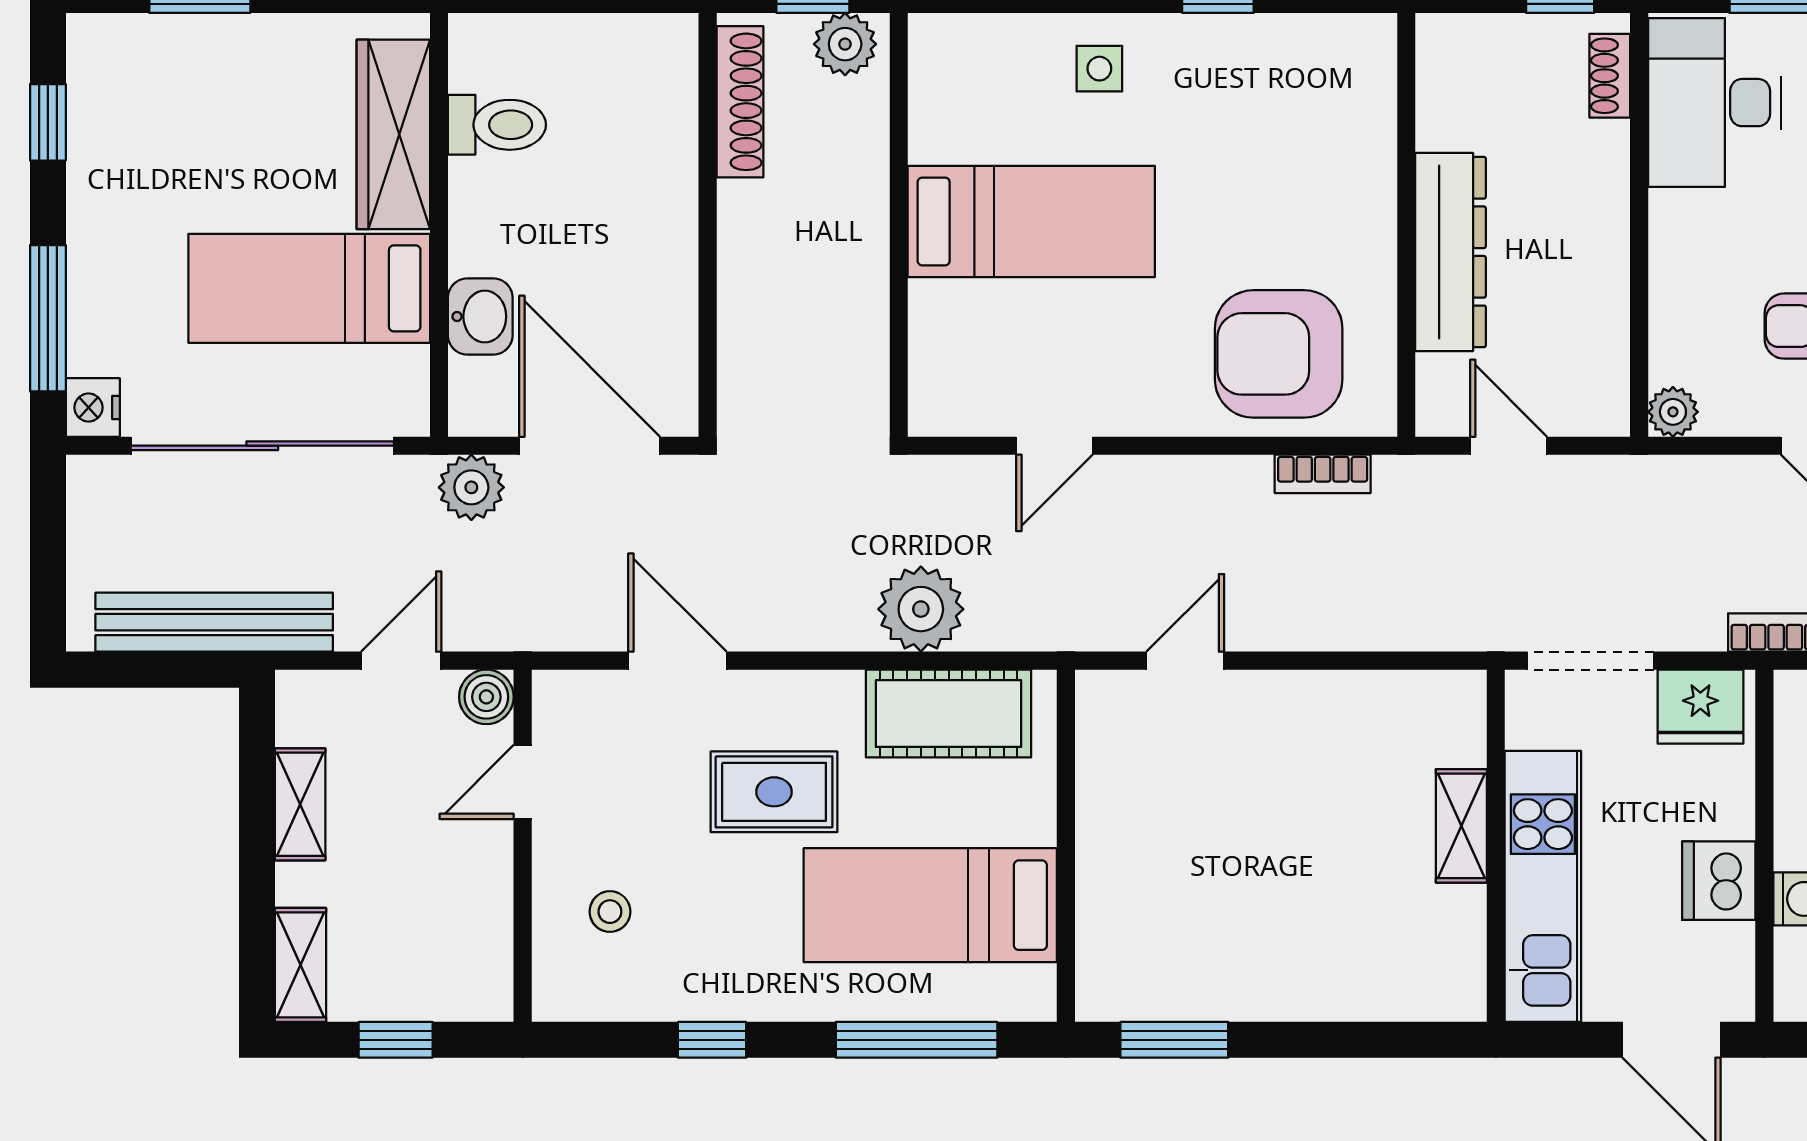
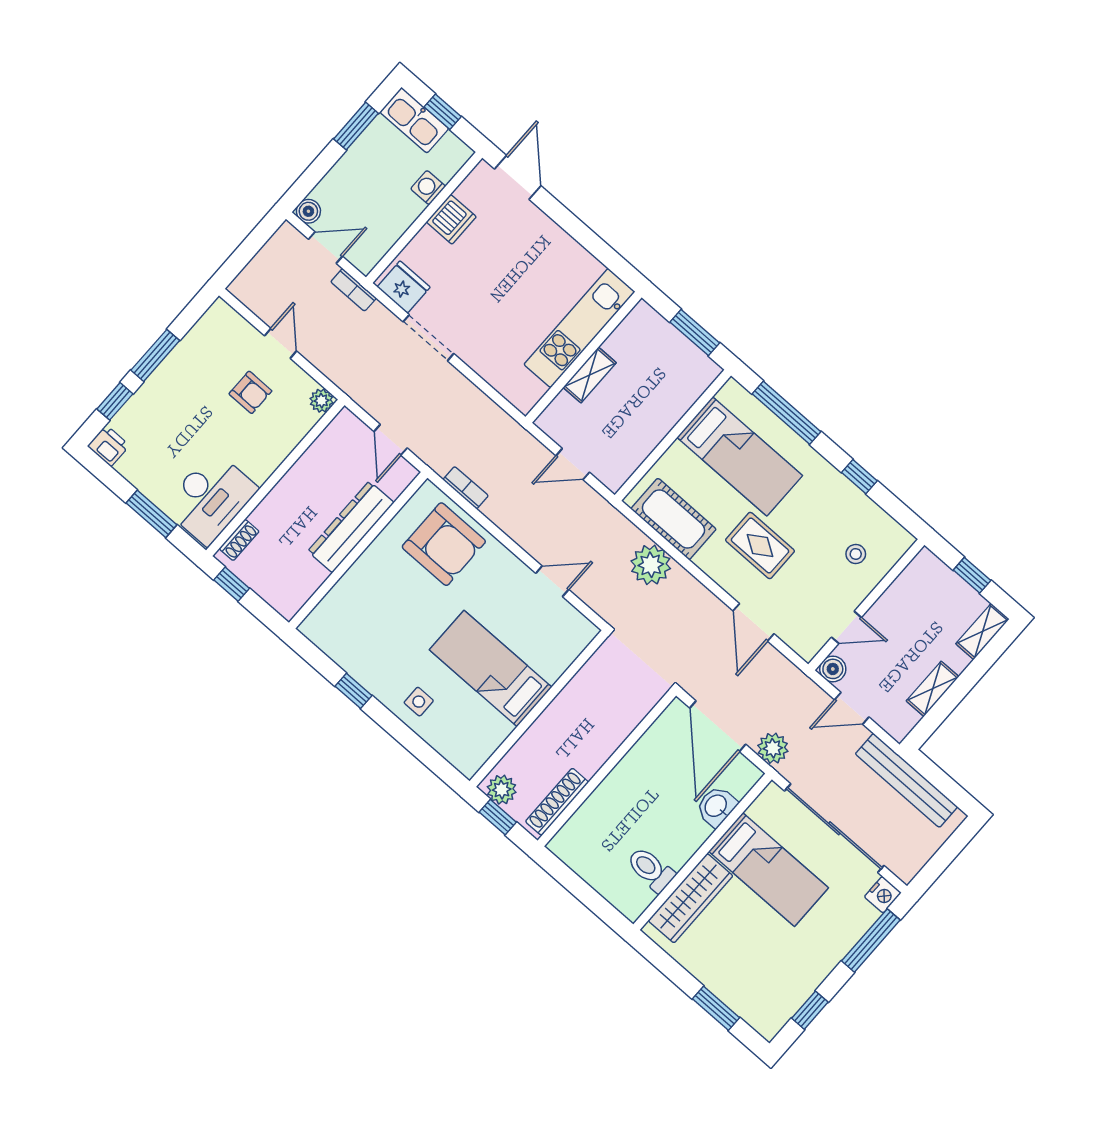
shelving: (1461, 826) -> (590, 375), moved
wall: (1496, 846) -> (584, 357), moved
kitchen unit: (1543, 886) -> (579, 328), moved

